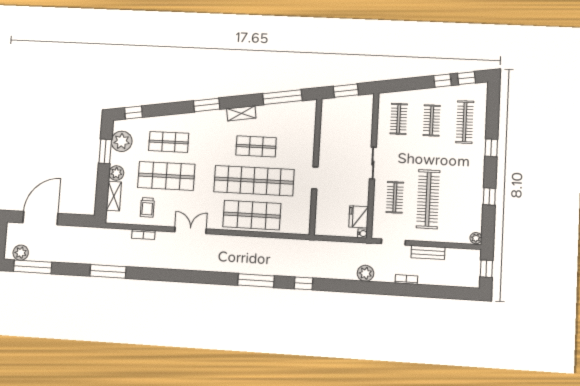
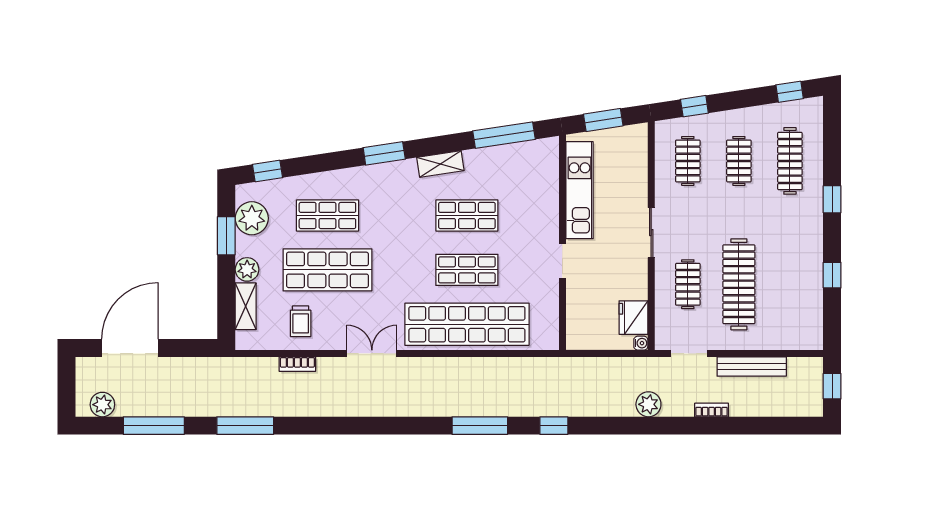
window: (443, 81) -> (694, 106), moved
kitchen unit: (328, 134) -> (579, 190), added
shop shelf: (254, 181) -> (467, 270), width x0.50, depth x0.74
shop shelf: (252, 215) -> (467, 324), width x1.40
plant: (476, 238) -> (814, 340), removed
bench: (428, 252) -> (752, 367), width x1.36
window: (33, 267) -> (154, 426), moved

